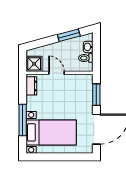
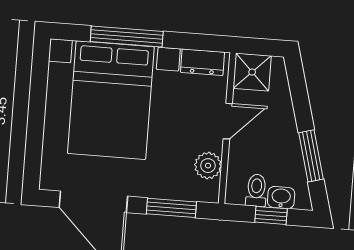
window: (96, 51) -> (271, 215), added
plant: (77, 80) -> (208, 166), added
bed with nightstands: (51, 132) -> (111, 100), width x1.36

